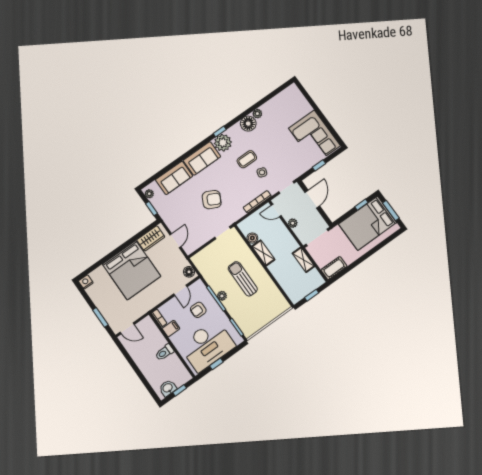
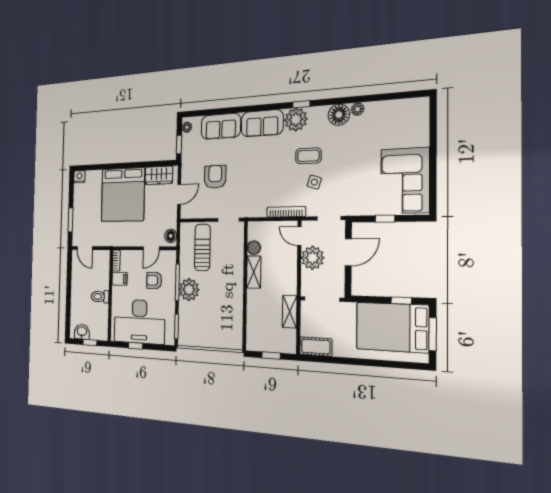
armchair: (212, 200) -> (215, 177), moved, turned -117
plant: (293, 223) -> (312, 258), width x1.87, depth x1.87
sun lounger: (243, 279) -> (202, 247), moved
plant: (222, 296) -> (189, 290), width x1.88, depth x1.88

